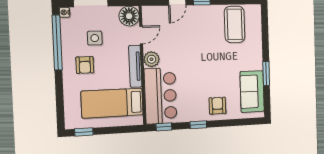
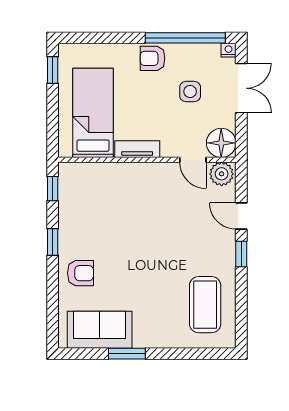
coffee table: (235, 24) -> (205, 305), turned 90
plant: (152, 59) -> (222, 174), moved
armchair: (85, 65) -> (153, 58), moved
tv unit: (135, 66) -> (137, 149), width x0.71
bar counter: (161, 96) -> (100, 185), removed

